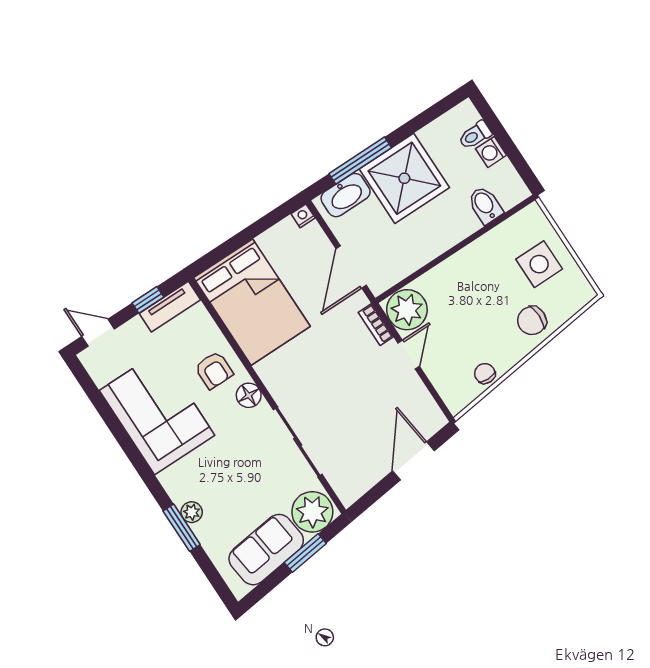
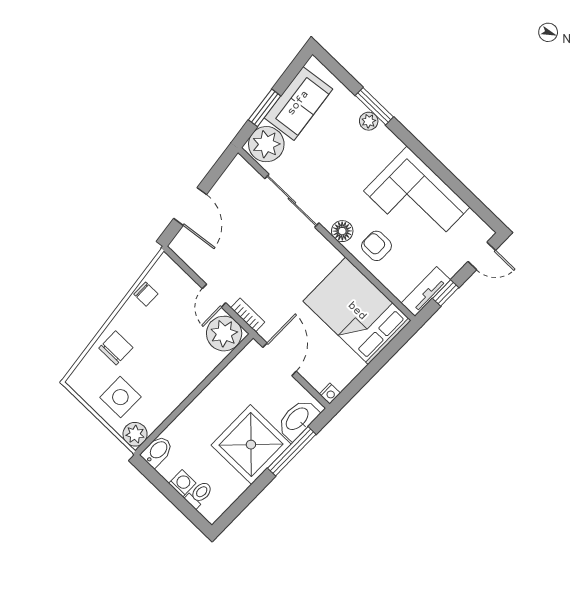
bidet: (485, 205) -> (157, 451), moved, turned -90
plant: (532, 219) -> (135, 434), added

